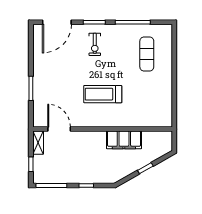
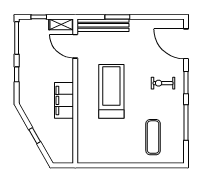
exercise mat: (147, 54) -> (153, 137), turned 90
treadmill: (103, 94) -> (111, 91), width x1.37, depth x1.38
bench: (39, 102) -> (103, 25), added
door: (59, 129) -> (75, 46), swing flipped
filing cabinet: (124, 140) -> (64, 100), moved

